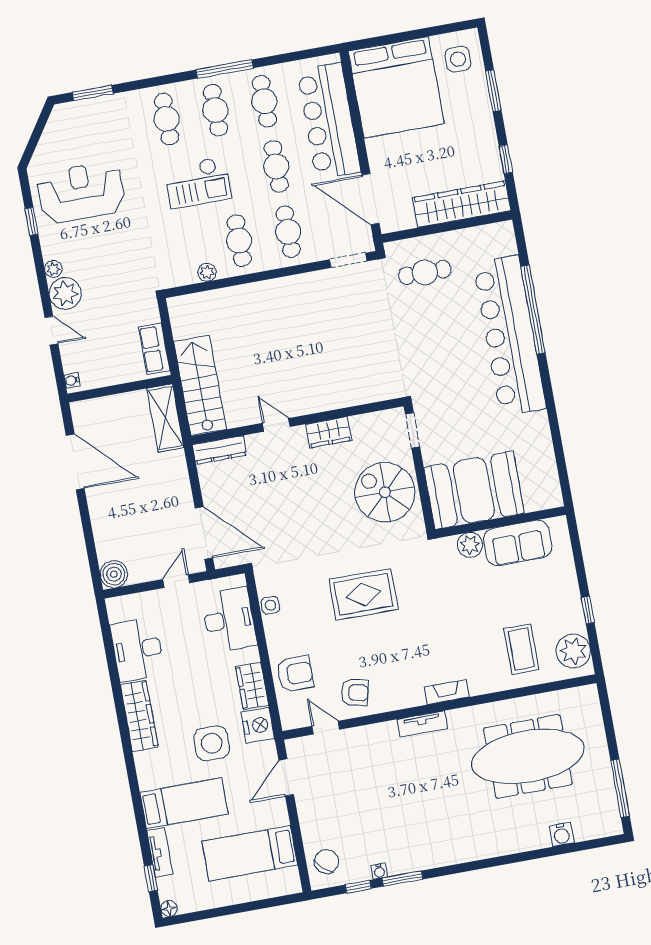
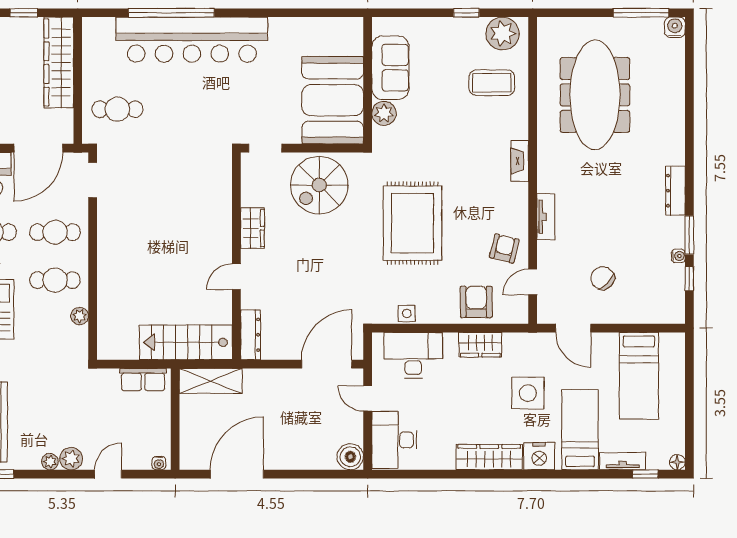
cafe table: (425, 273) -> (117, 109), turned 90
plant: (65, 293) -> (71, 459), width x0.73, depth x0.73
rug: (363, 594) -> (412, 223), width x1.37, depth x1.44
desk: (137, 650) -> (394, 440), moved, turned 90
tv unit: (422, 724) -> (546, 217), moved
nightstand: (258, 725) -> (539, 456), moved, turned 180
water cooler: (562, 834) -> (675, 27), moved, turned -90
dresser: (445, 856) -> (675, 191), added
chair: (326, 862) -> (603, 278), moved

